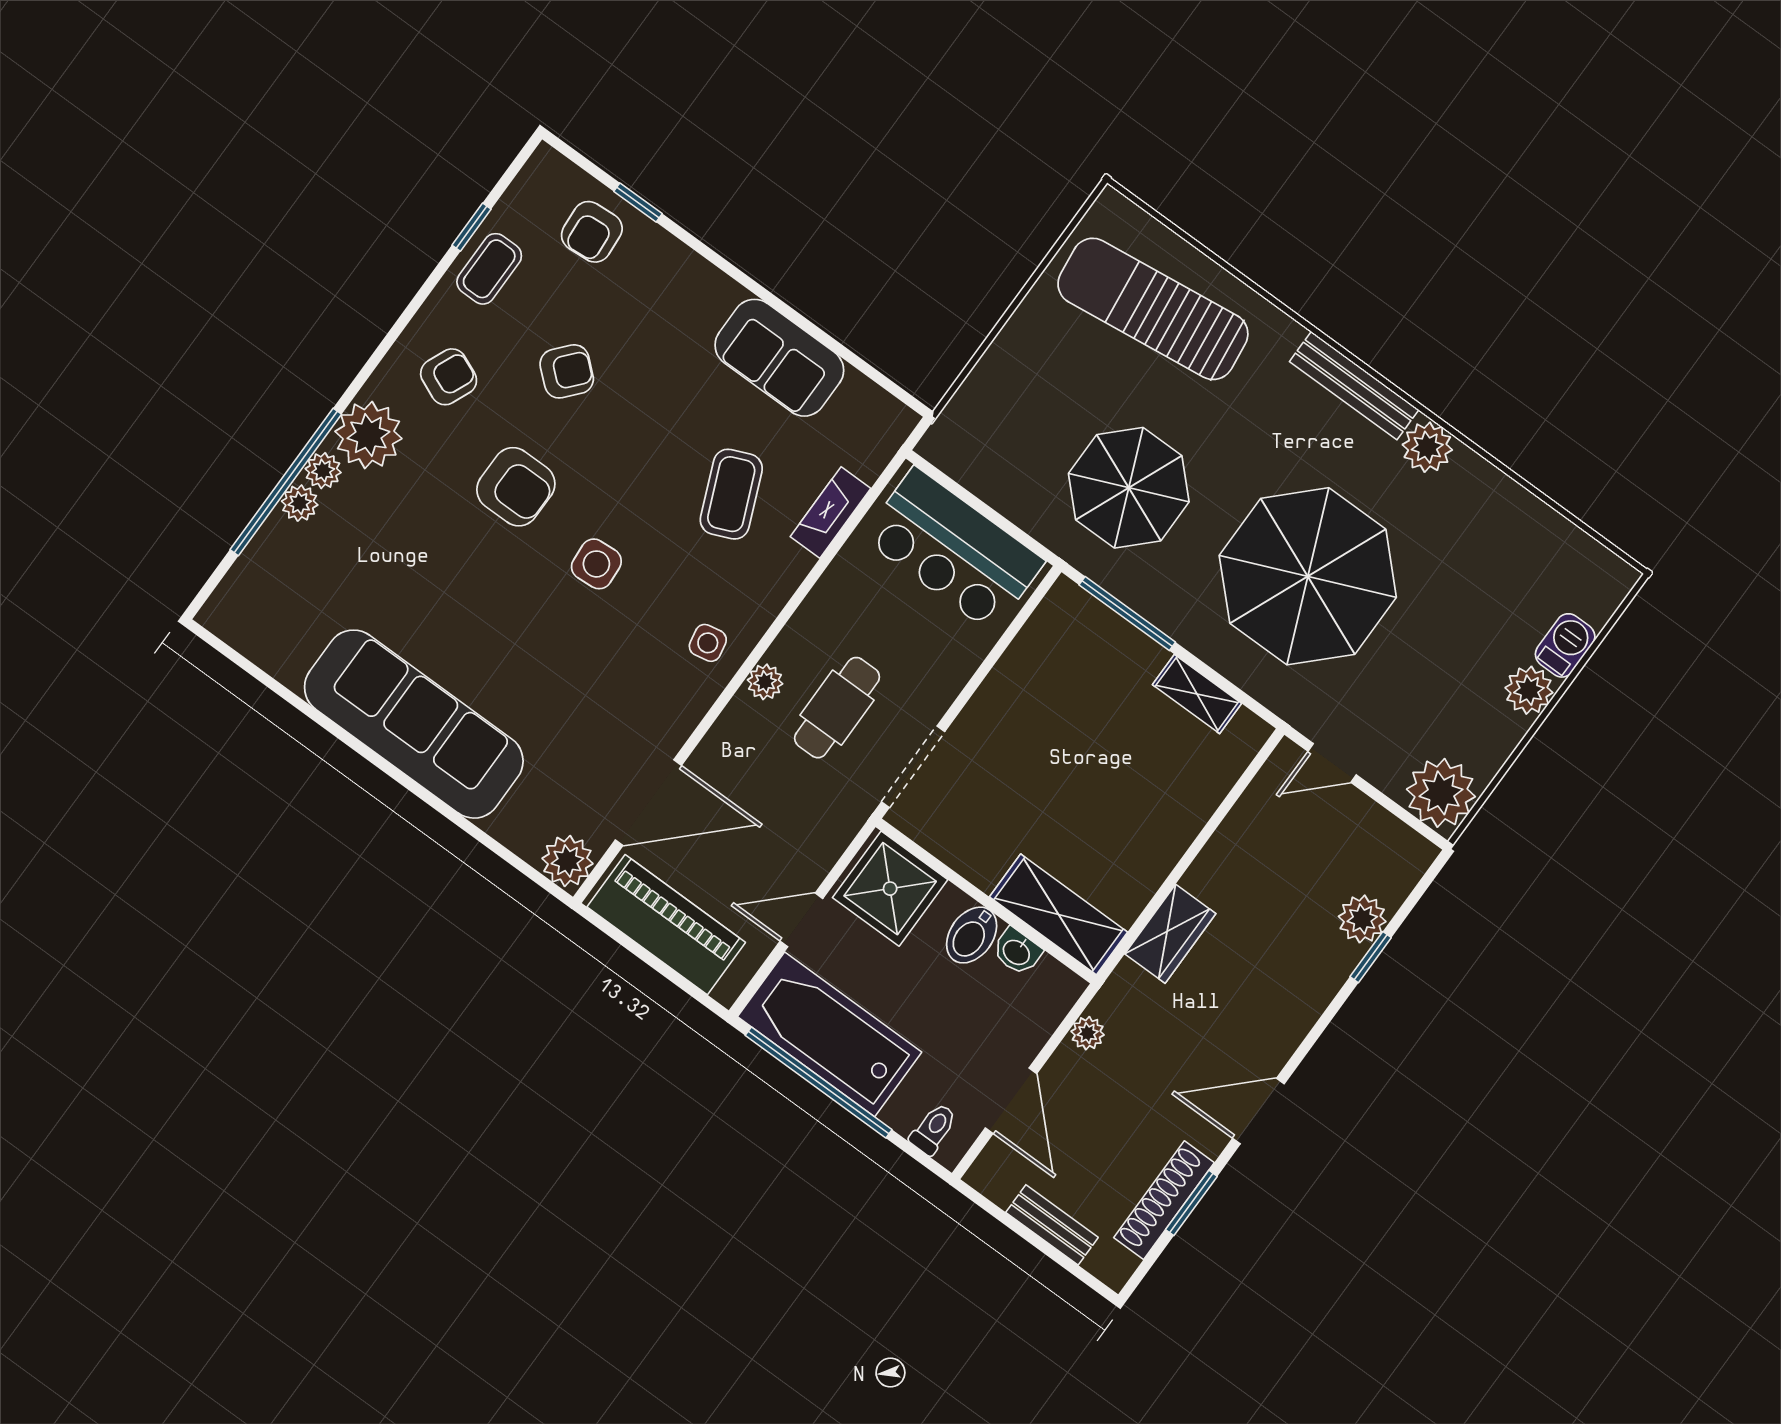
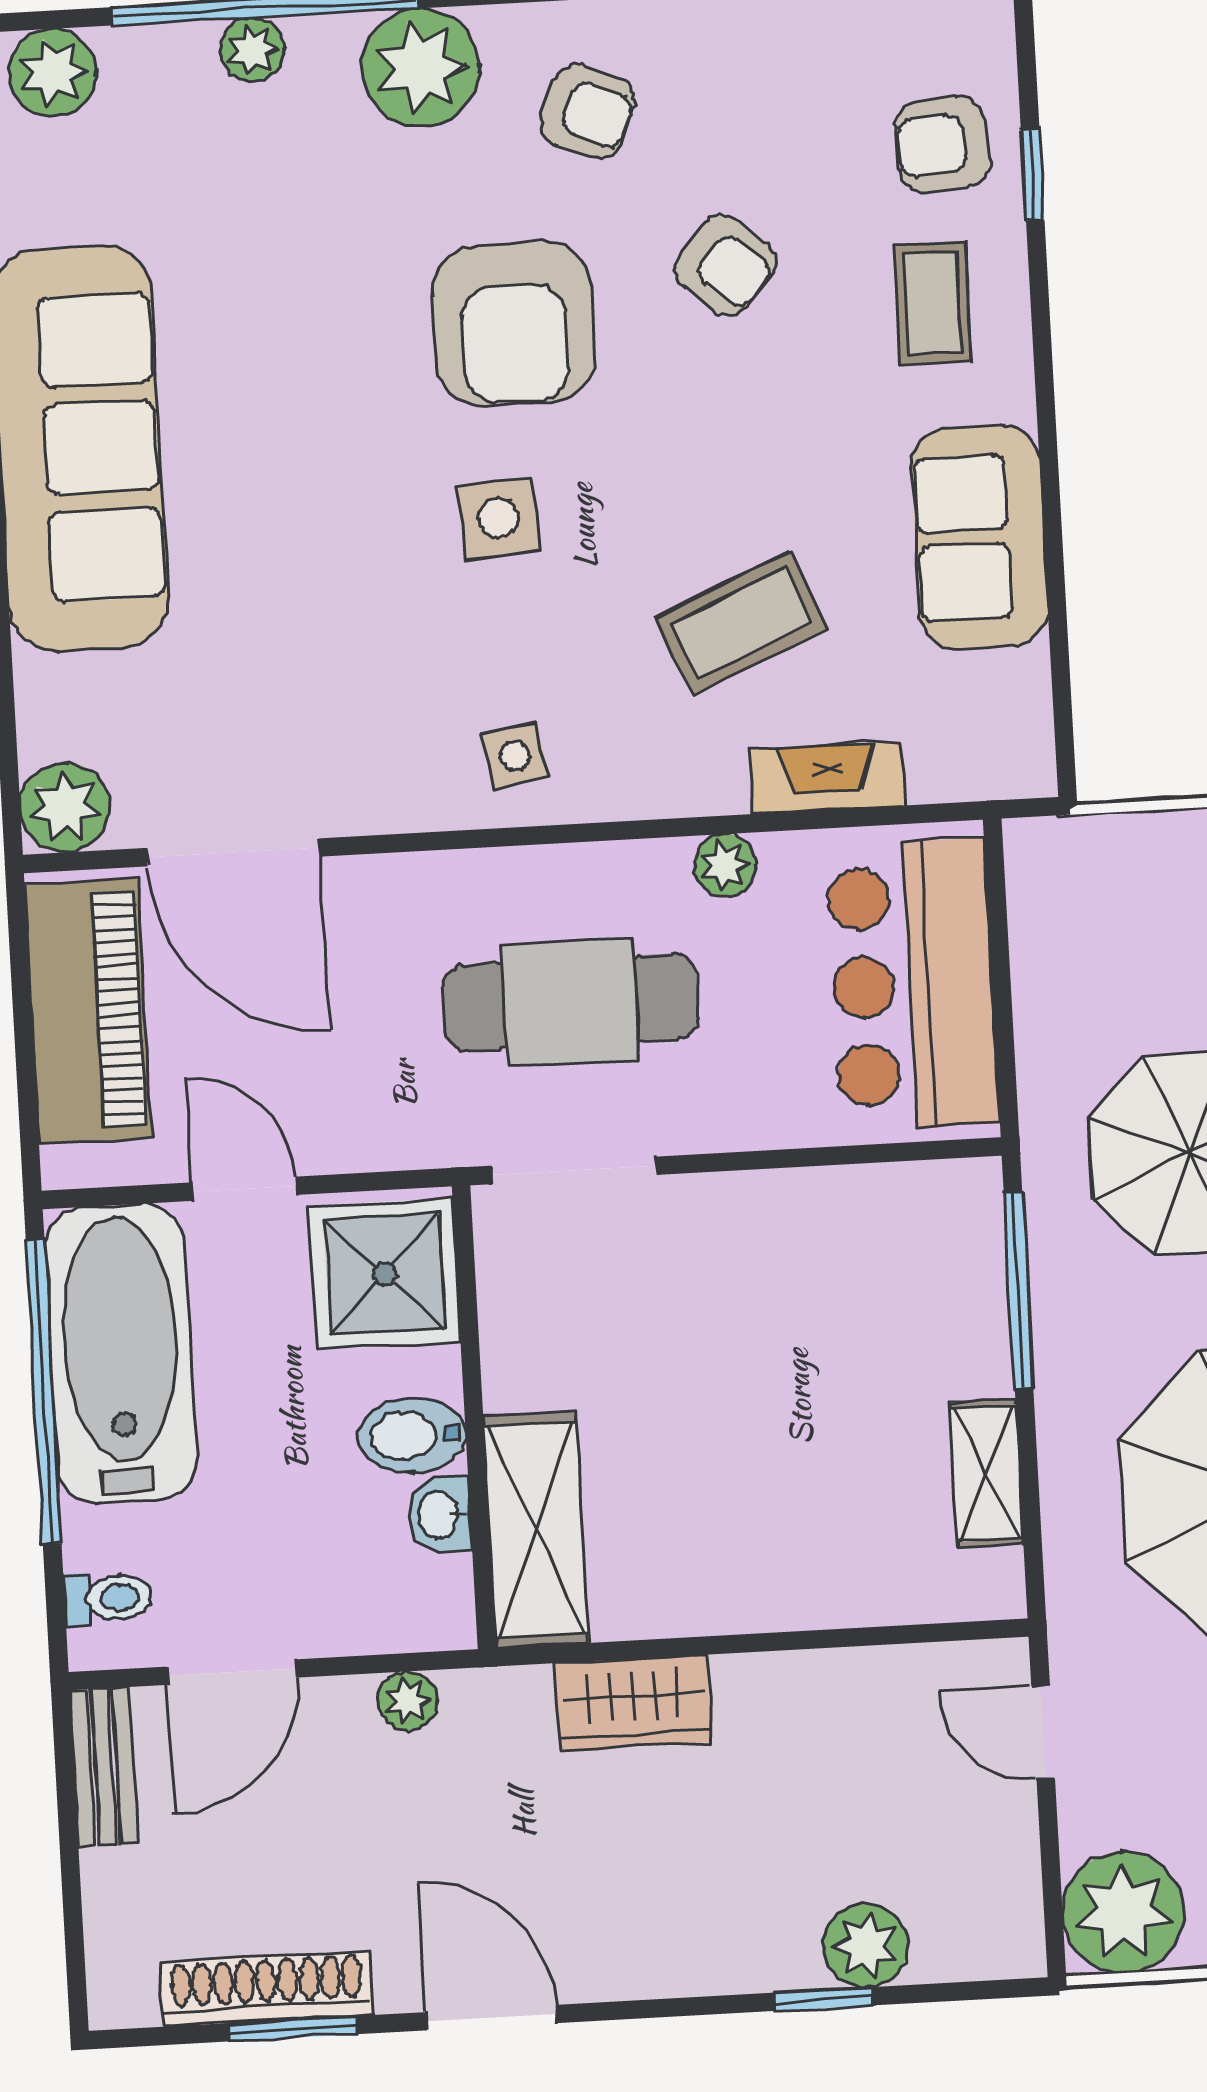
coffee table: (489, 269) -> (933, 303), moved, turned 90
plant: (323, 471) -> (53, 73), moved, width x1.38, depth x1.38
armchair: (516, 487) -> (514, 324), width x1.36, depth x1.36
plant: (765, 682) -> (725, 865), moved
cafe table: (837, 708) -> (570, 1002), width x1.37, depth x1.35
bench: (1052, 1225) -> (104, 1767), moved

